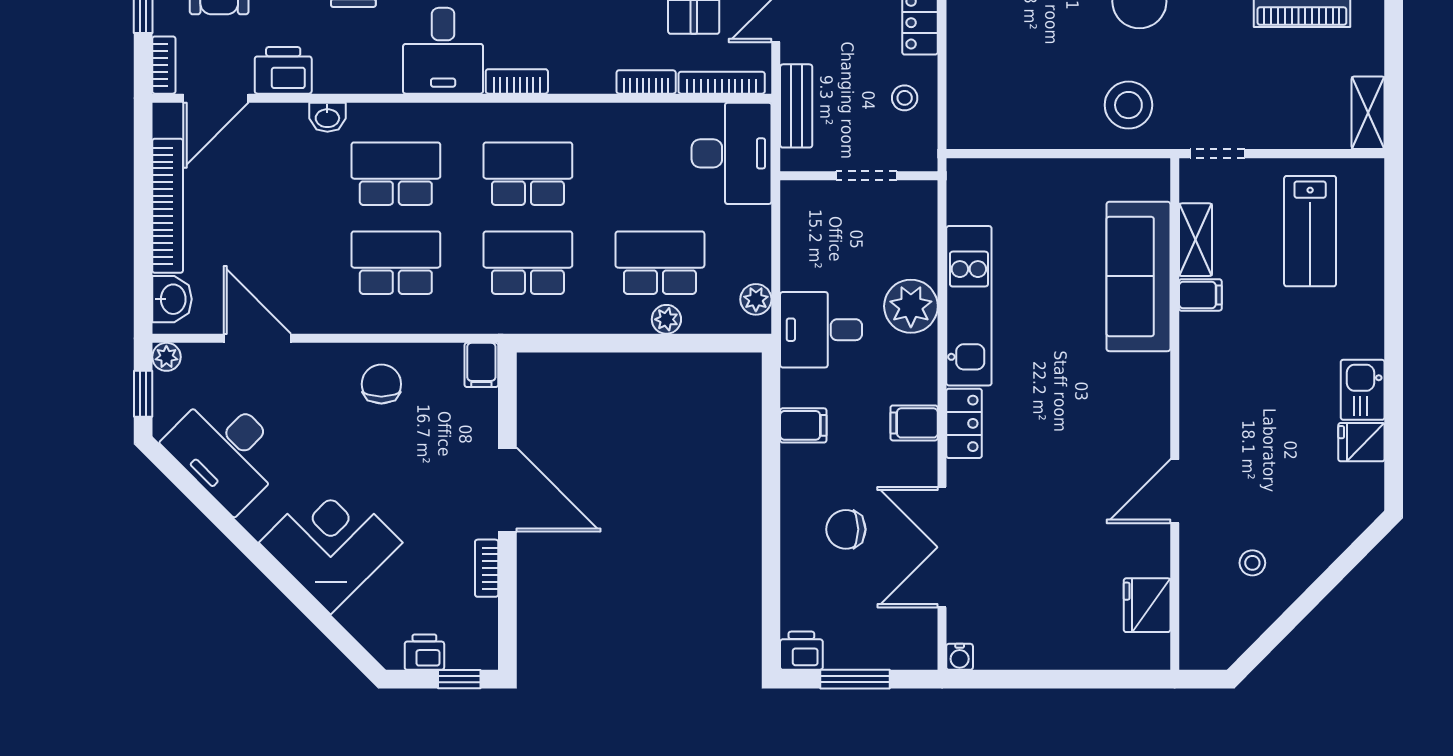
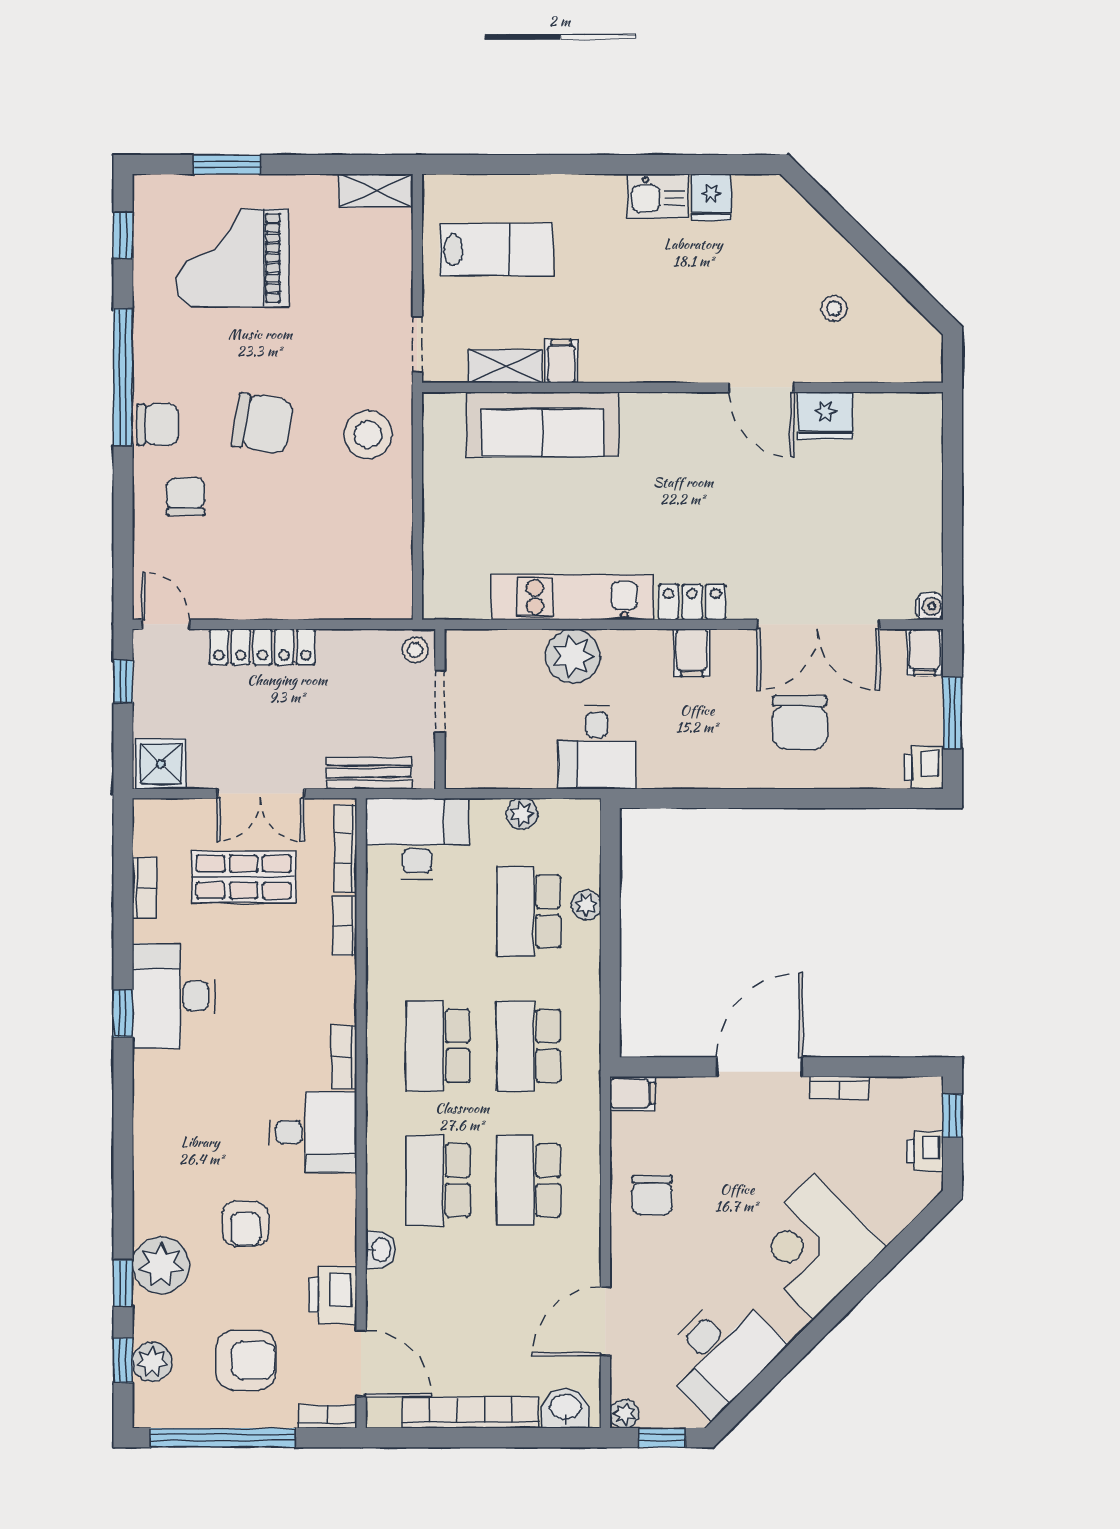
stool: (905, 98) -> (415, 650), moved
plant: (756, 299) -> (522, 814), moved
chair: (381, 384) -> (652, 1195), turned -90
filing cabinet: (803, 425) -> (924, 652), moved, turned 180
chair: (846, 529) -> (800, 722), width x1.37, depth x1.37
fridge: (1147, 605) -> (825, 416), moved

